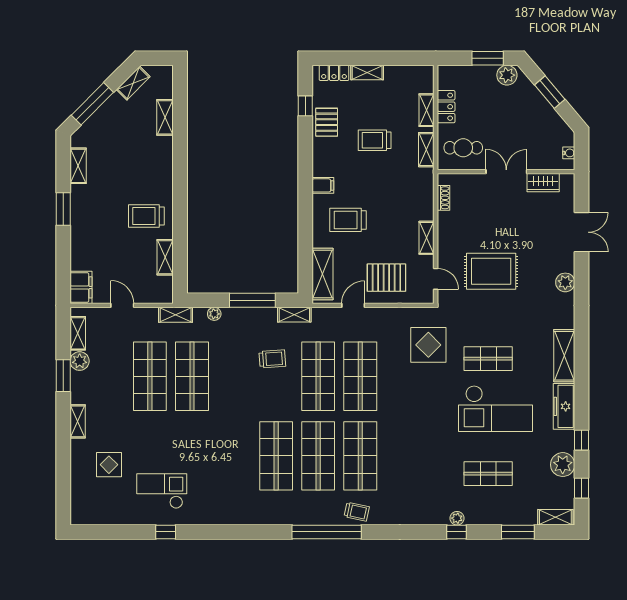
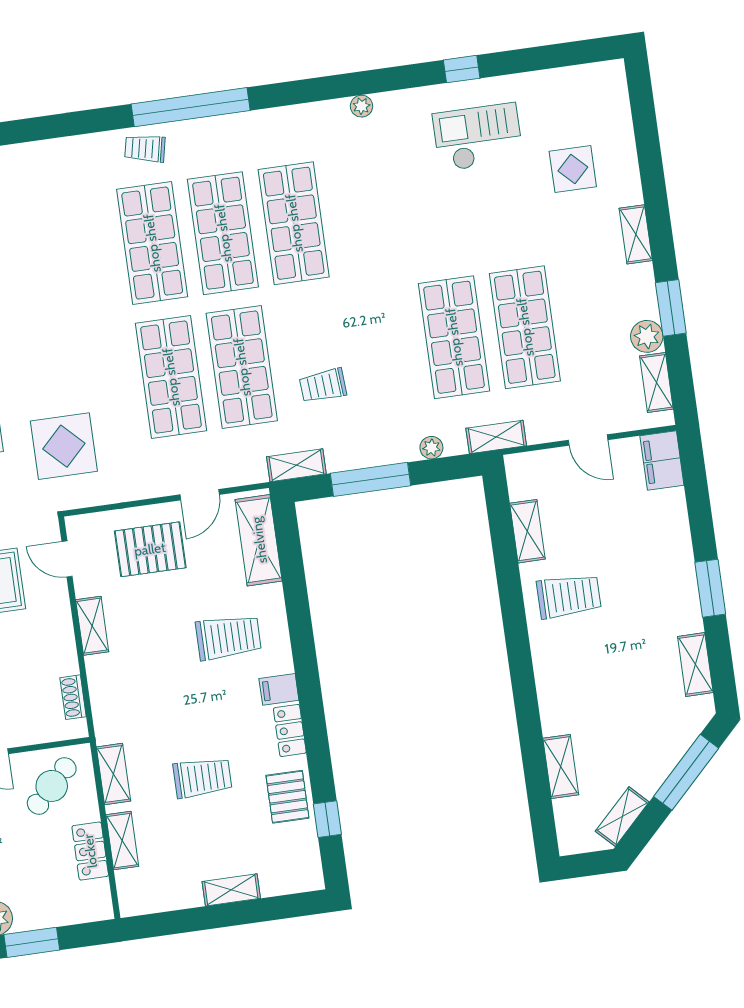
locker: (334, 73) -> (290, 730), moved, turned -90
cafe table: (463, 148) -> (52, 786), turned -45
checkout: (162, 491) -> (478, 137), turned 180
plant: (227, 519) -> (362, 106), added

